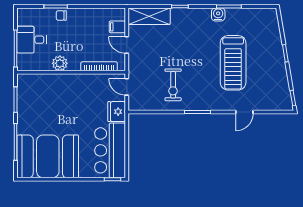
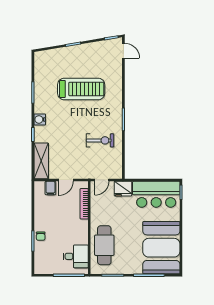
water cooler: (218, 14) -> (40, 119), moved
desk: (32, 40) -> (76, 256), moved, turned -90
plant: (60, 63) -> (82, 237), removed
cafe table: (51, 90) -> (104, 245), added
door: (244, 112) -> (123, 51), moved

